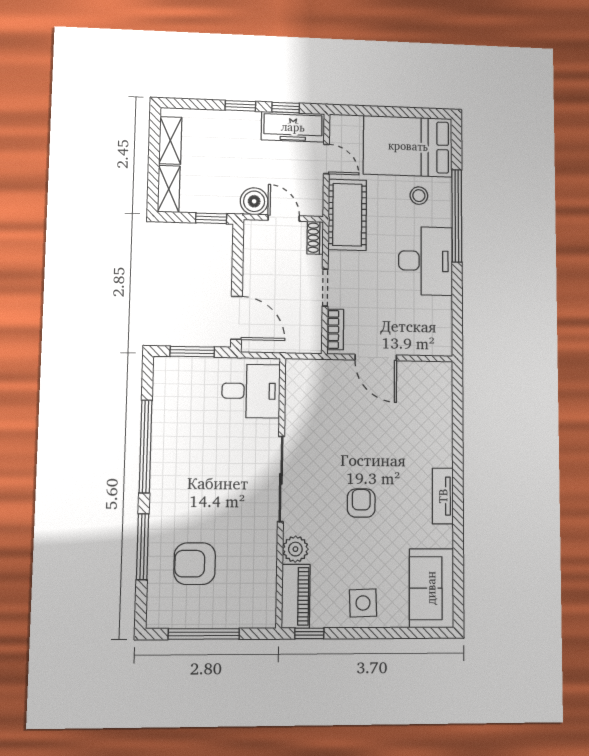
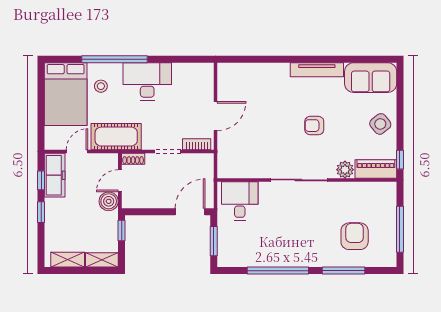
tv unit: (443, 496) -> (317, 70), width x1.41
armchair: (195, 564) -> (355, 236), turned 180
side table: (363, 603) -> (380, 124), turned -37

